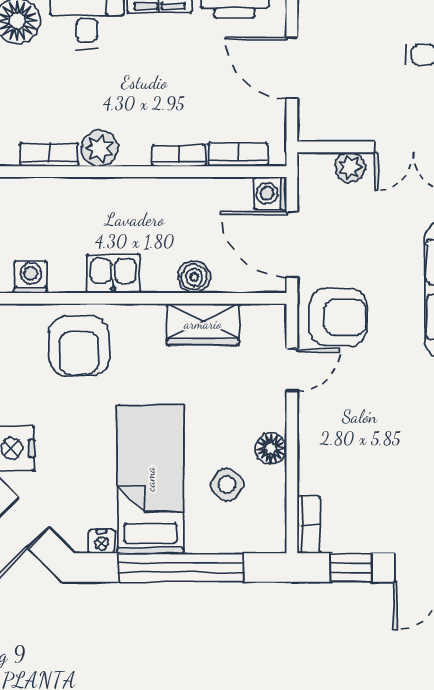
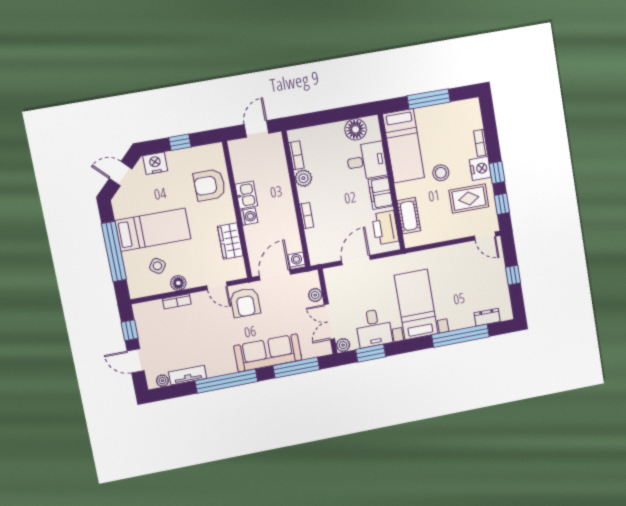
bookcase: (238, 154) -> (312, 243), removed
washing machine: (31, 277) -> (249, 217), moved
boiler: (194, 277) -> (252, 233), removed
bookcase: (309, 525) -> (177, 301), moved
nightstand: (102, 541) -> (119, 212), removed

